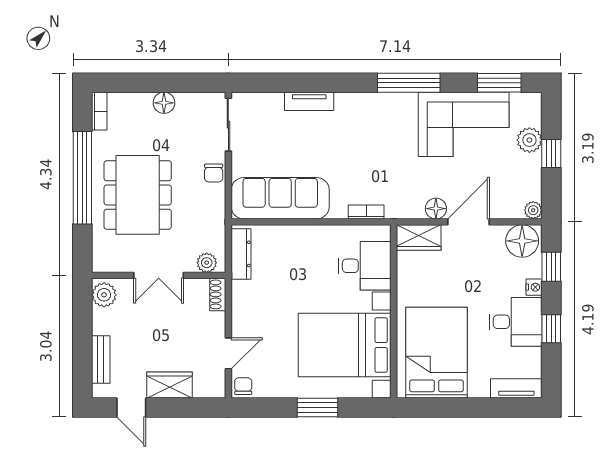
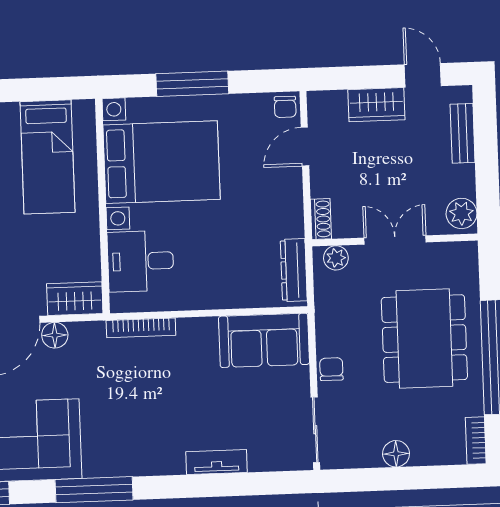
sofa: (280, 198) -> (264, 340), width x0.73
bookcase: (366, 212) -> (141, 328), width x1.56
bed: (437, 353) -> (47, 157), width x0.67
window: (318, 407) -> (192, 84), width x1.44

